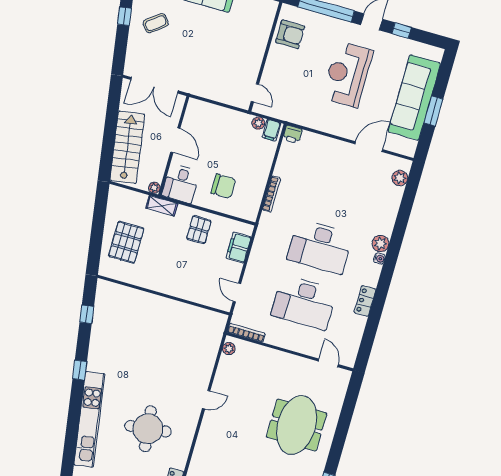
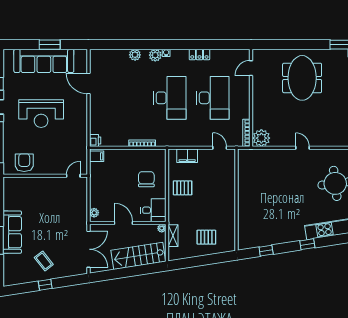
plant: (258, 123) -> (94, 213), moved
door: (175, 140) -> (123, 223), hinge flipped
plant: (400, 178) -> (135, 55), moved
shelving: (162, 206) -> (173, 236), moved
pallet: (126, 242) -> (206, 237), width x0.67, depth x0.71
door: (237, 293) -> (220, 148), swing flipped
plant: (229, 349) -> (261, 138), width x1.87, depth x1.87
meeting table: (297, 425) -> (302, 78), turned 90

